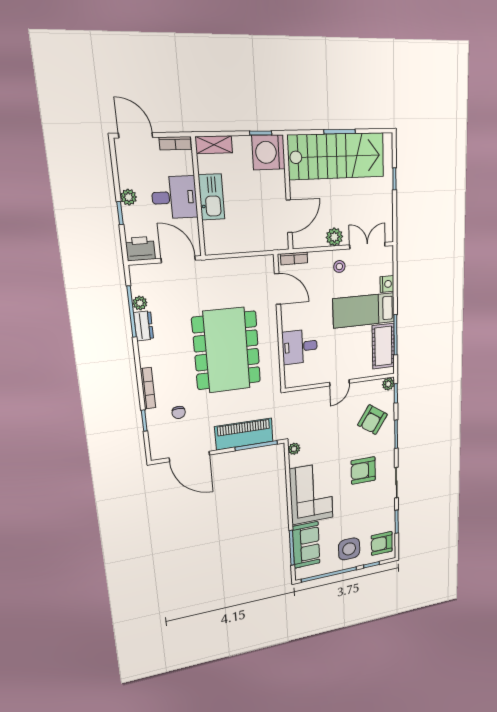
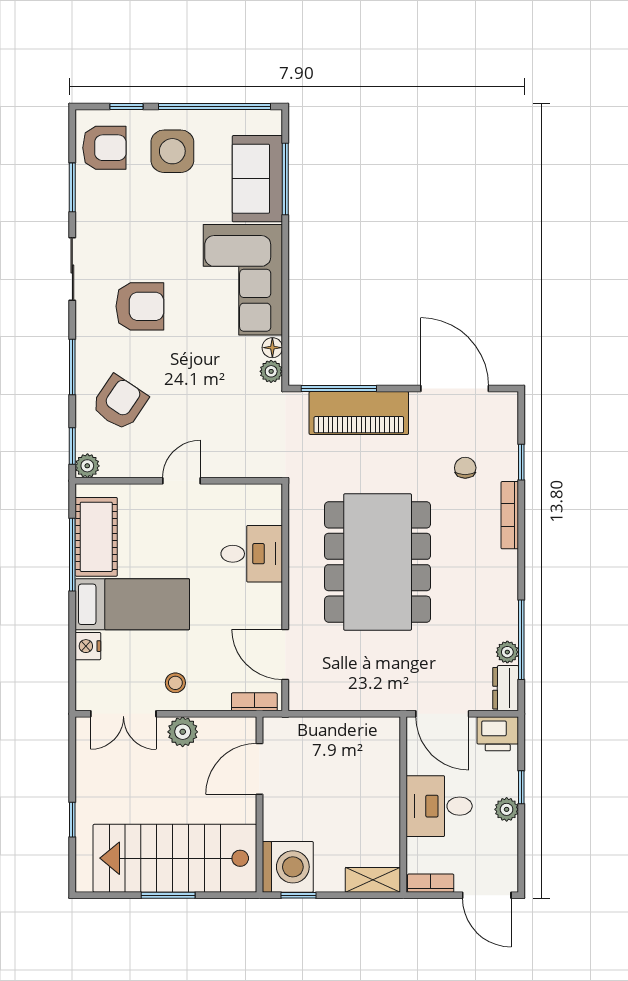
kitchen sink: (211, 197) -> (383, 804), removed
dresser: (144, 326) -> (506, 688), moved
floor lamp: (294, 461) -> (272, 348), added

